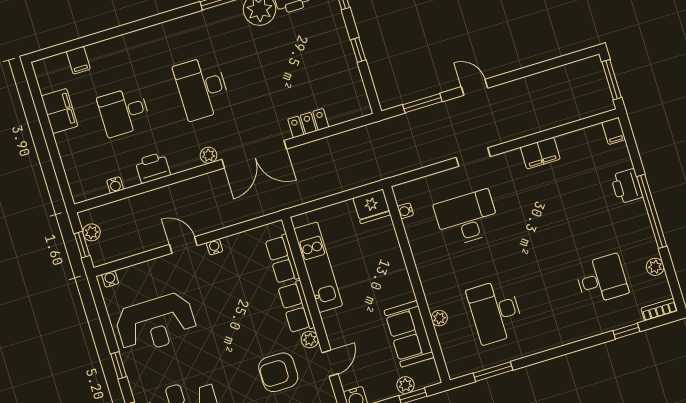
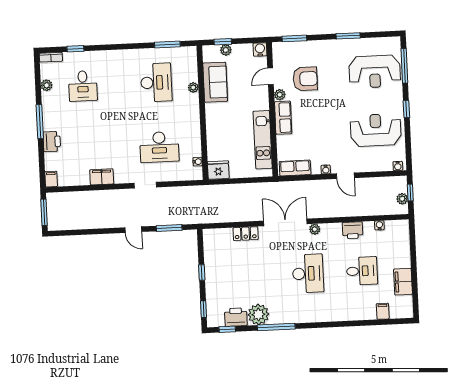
window: (652, 211) -> (40, 121), width x0.68
row of seats: (282, 259) -> (295, 168), moved, turned -90
desk: (602, 279) -> (83, 86), turned -90

